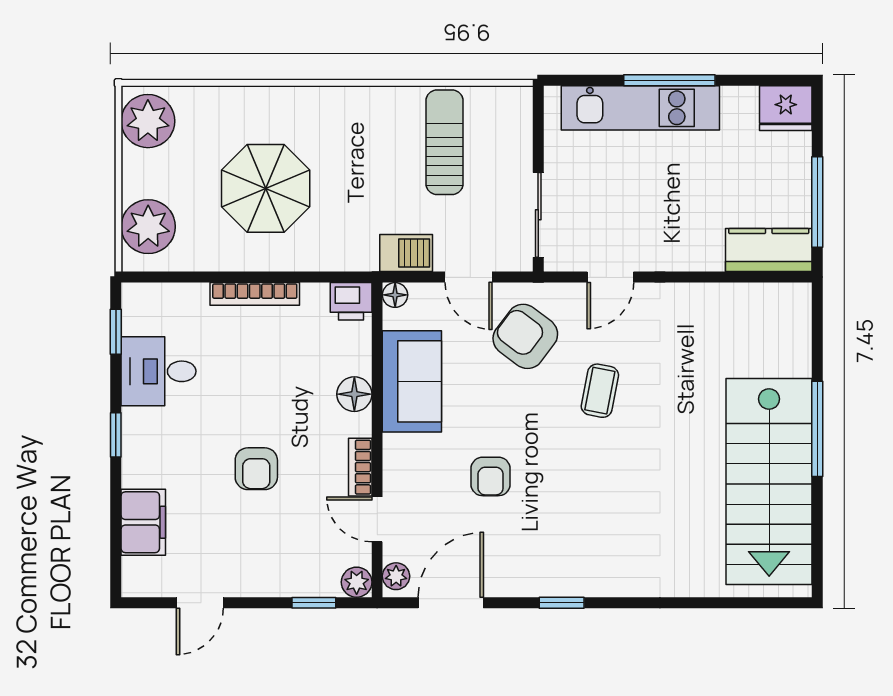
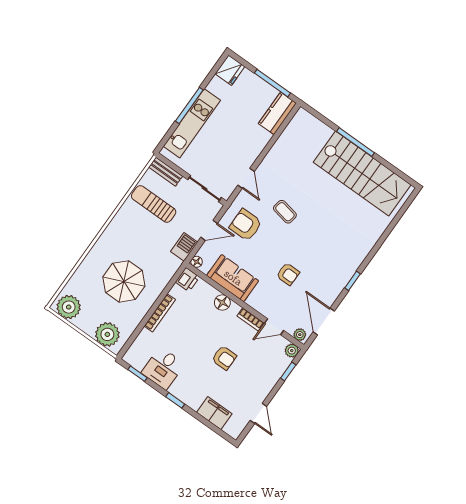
bench: (519, 122) -> (166, 172), added
armchair: (525, 336) -> (246, 225), turned 53

